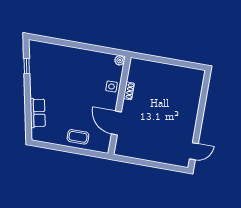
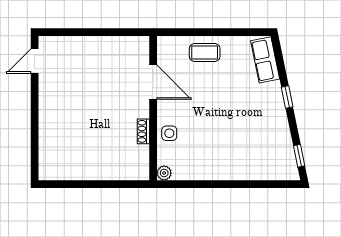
window: (27, 66) -> (299, 156), moved
window: (28, 97) -> (287, 97), added
row of seats: (38, 113) -> (265, 60), moved

